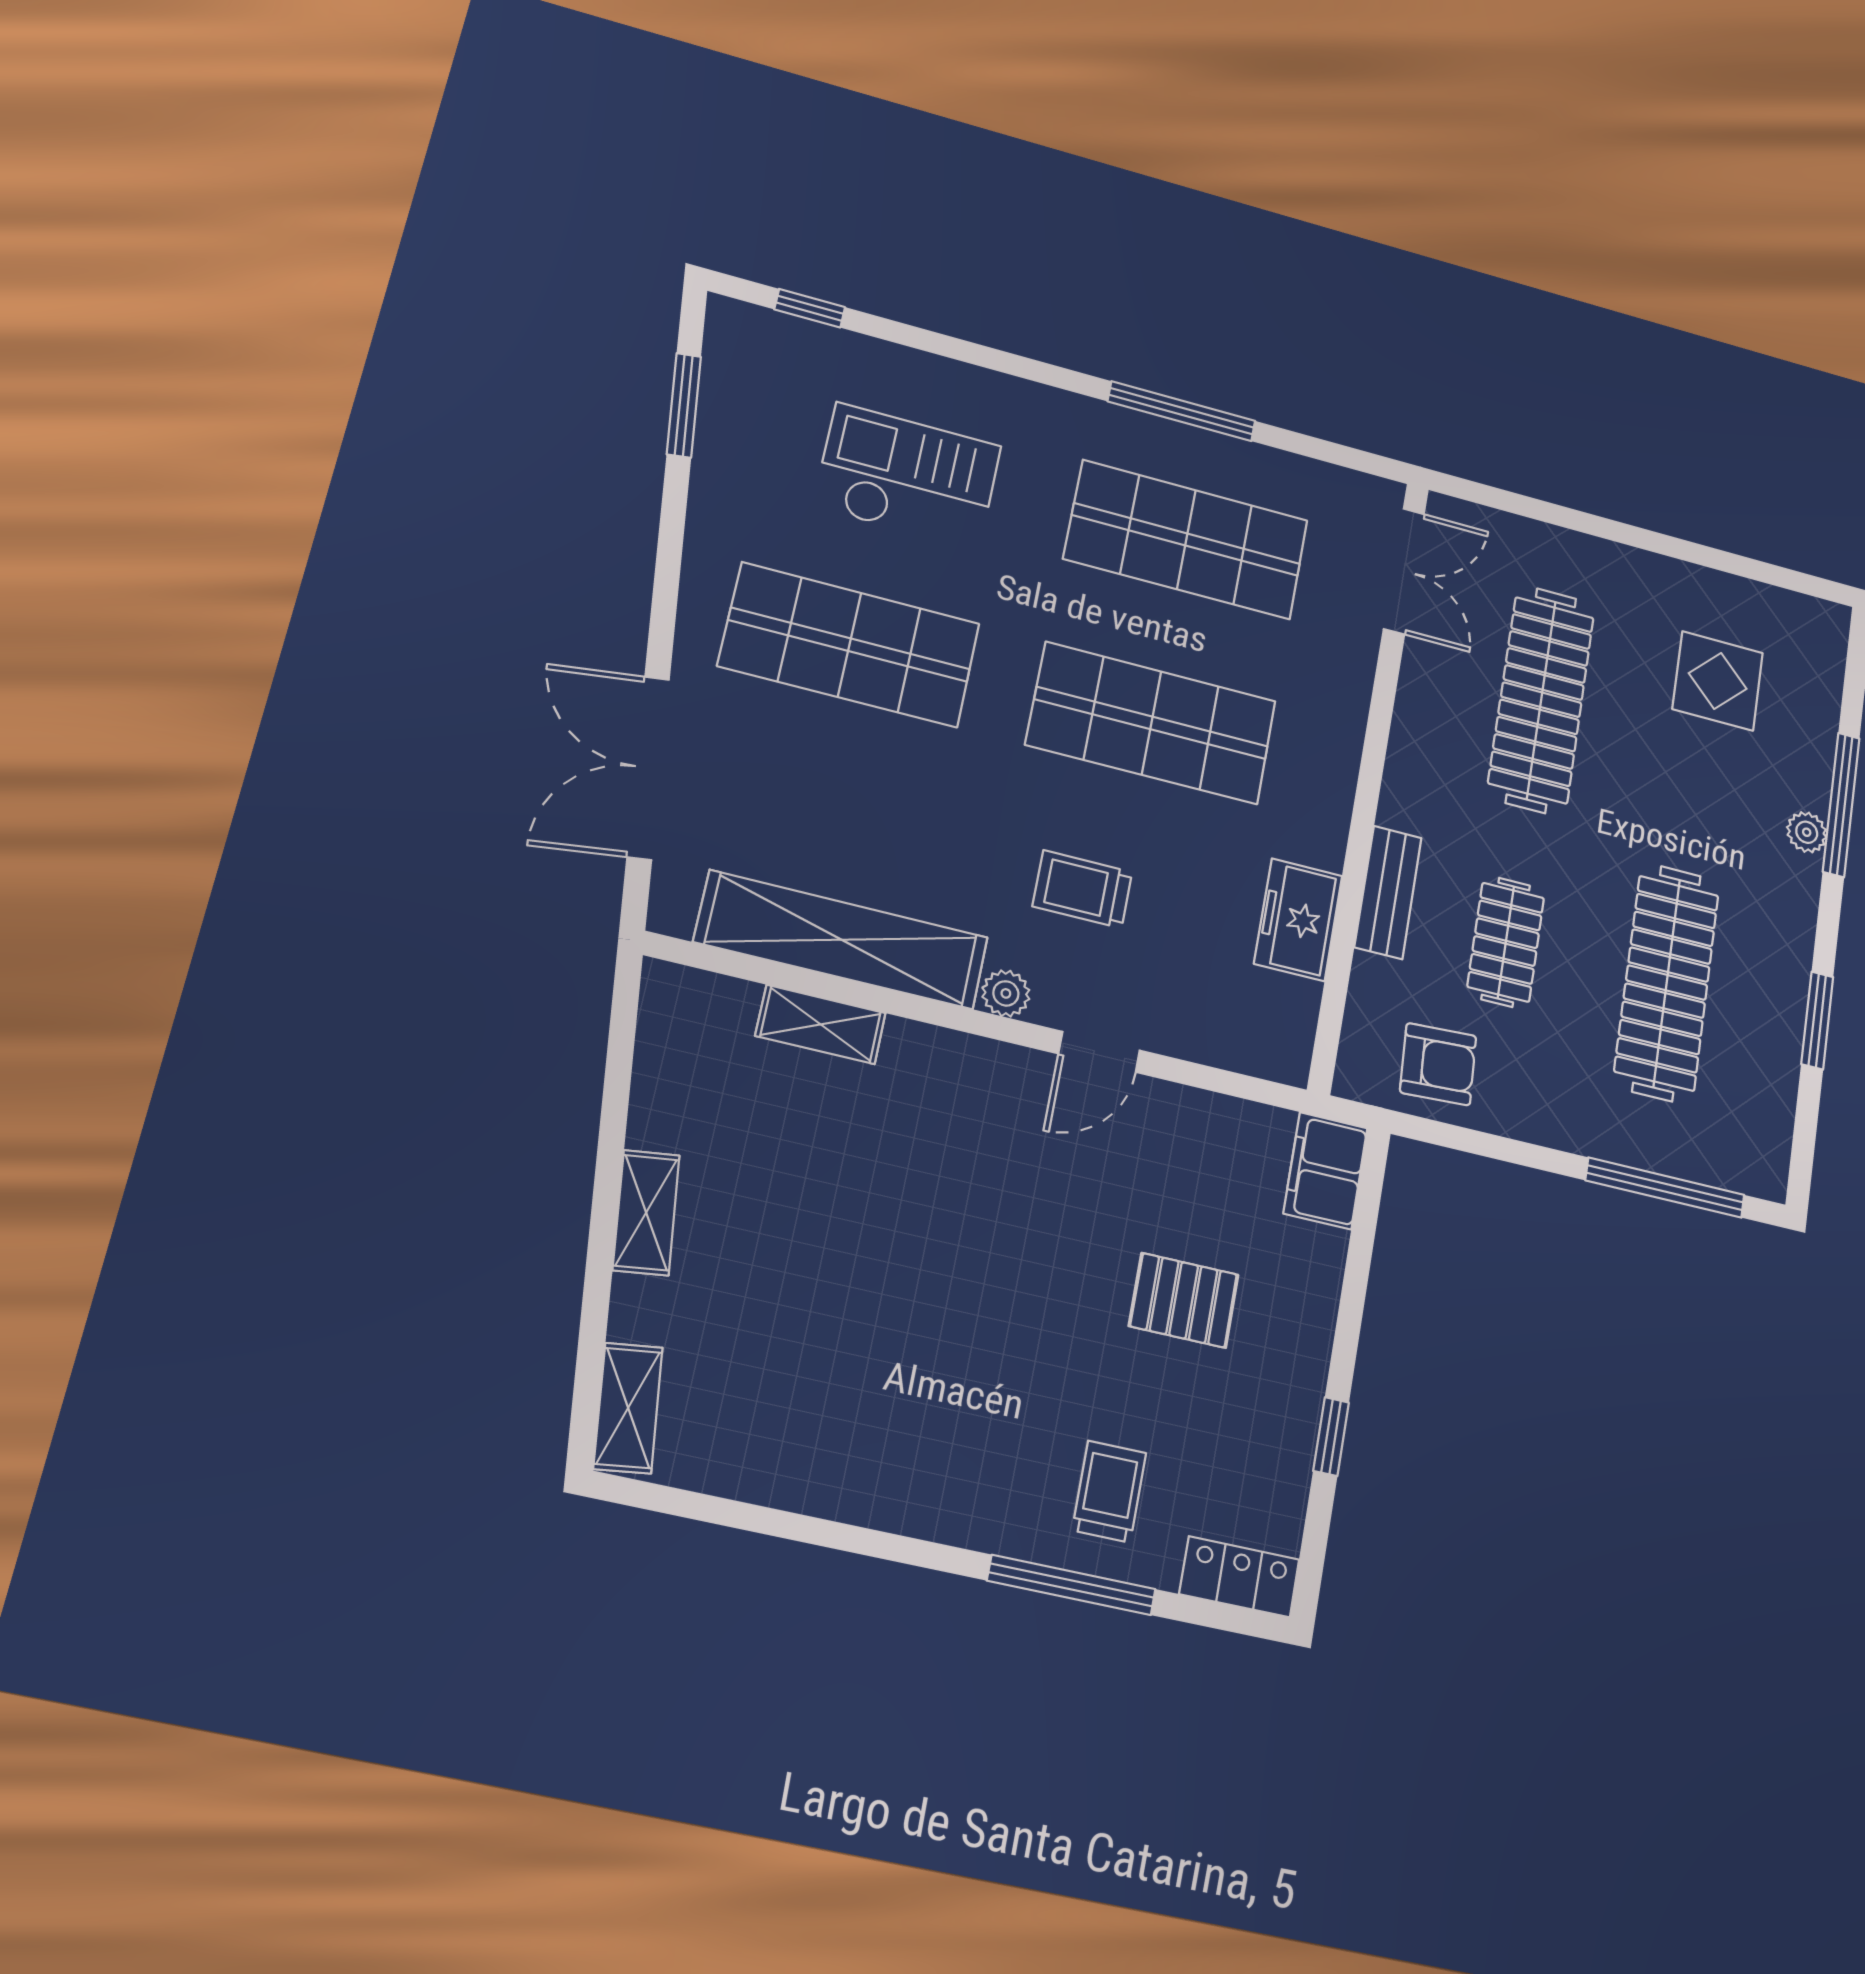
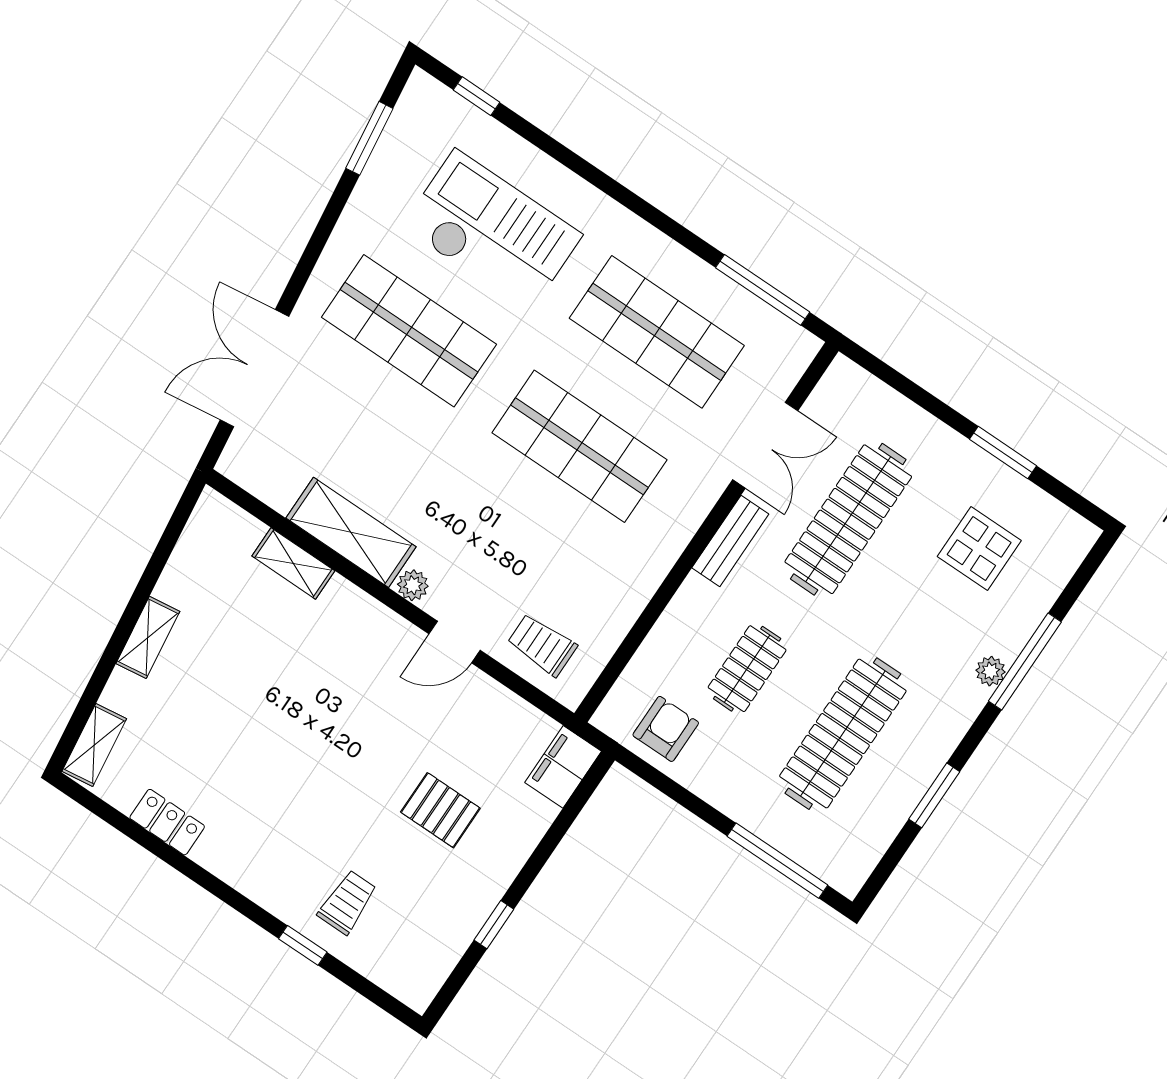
window: (1182, 411) -> (763, 290), moved
checkout: (908, 476) -> (492, 231), width x1.36, depth x1.21
window: (1688, 551) -> (1003, 453), added
double door: (1404, 571) -> (765, 445), moved
trolley: (1082, 889) -> (542, 645), moved
bench: (1388, 892) -> (730, 541), moved
freezer: (1298, 920) -> (617, 606), removed
shelving: (842, 940) -> (351, 532), width x0.68
armchair: (1438, 1064) -> (666, 729), turned -87
locker: (1239, 1577) -> (167, 822), moved
window: (1072, 1585) -> (303, 945), width x0.46

